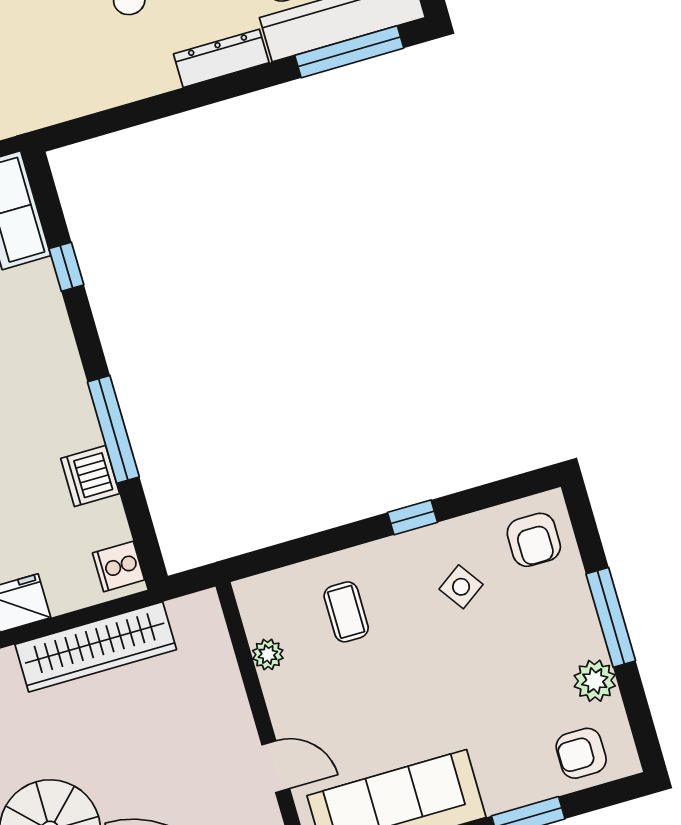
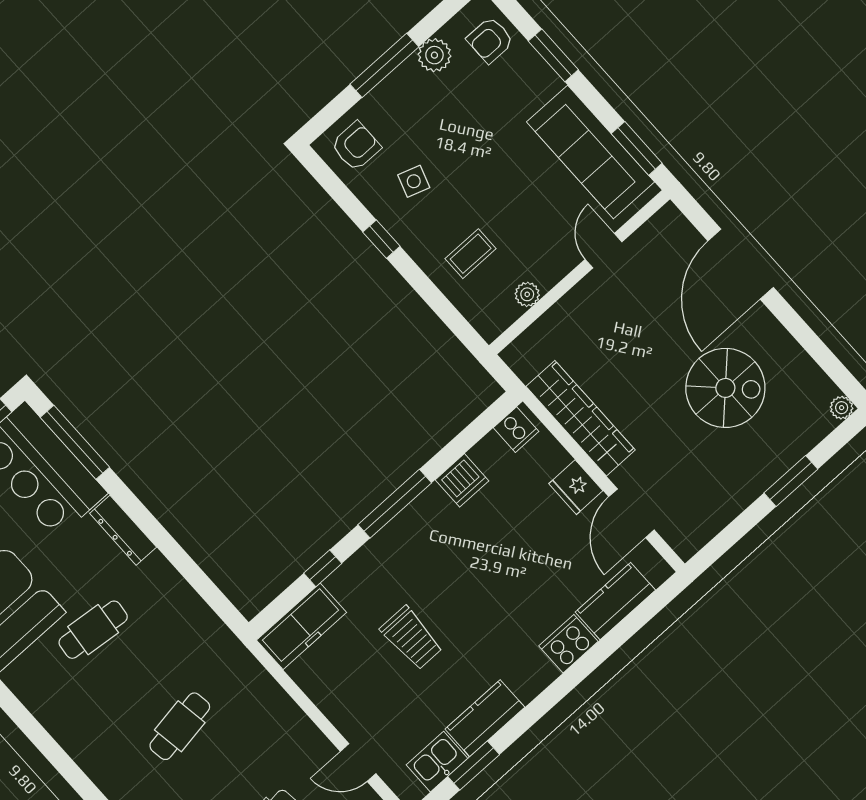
window: (113, 429) -> (395, 504), moved
side table: (461, 587) -> (414, 181), turned -37
armchair: (581, 753) -> (490, 40), turned 90

